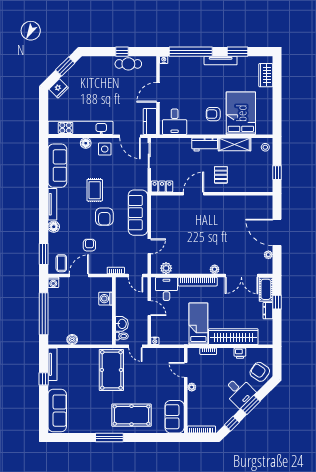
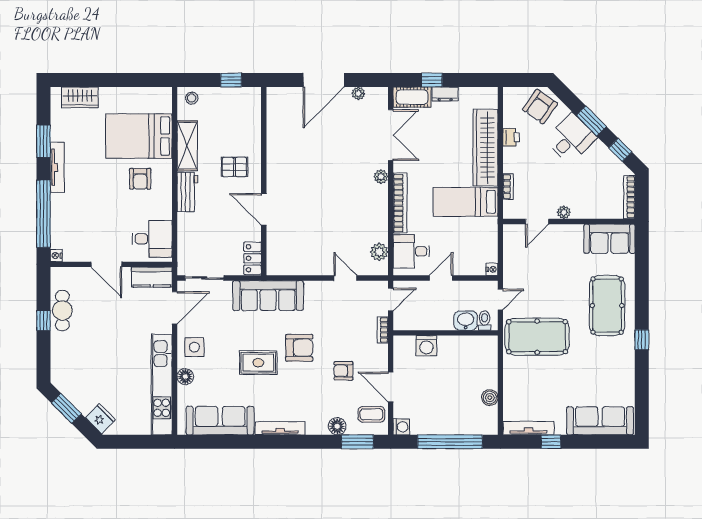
sofa: (138, 213) -> (268, 296), moved
floor lamp: (54, 227) -> (337, 426), moved
window: (109, 438) -> (642, 340), width x0.46

